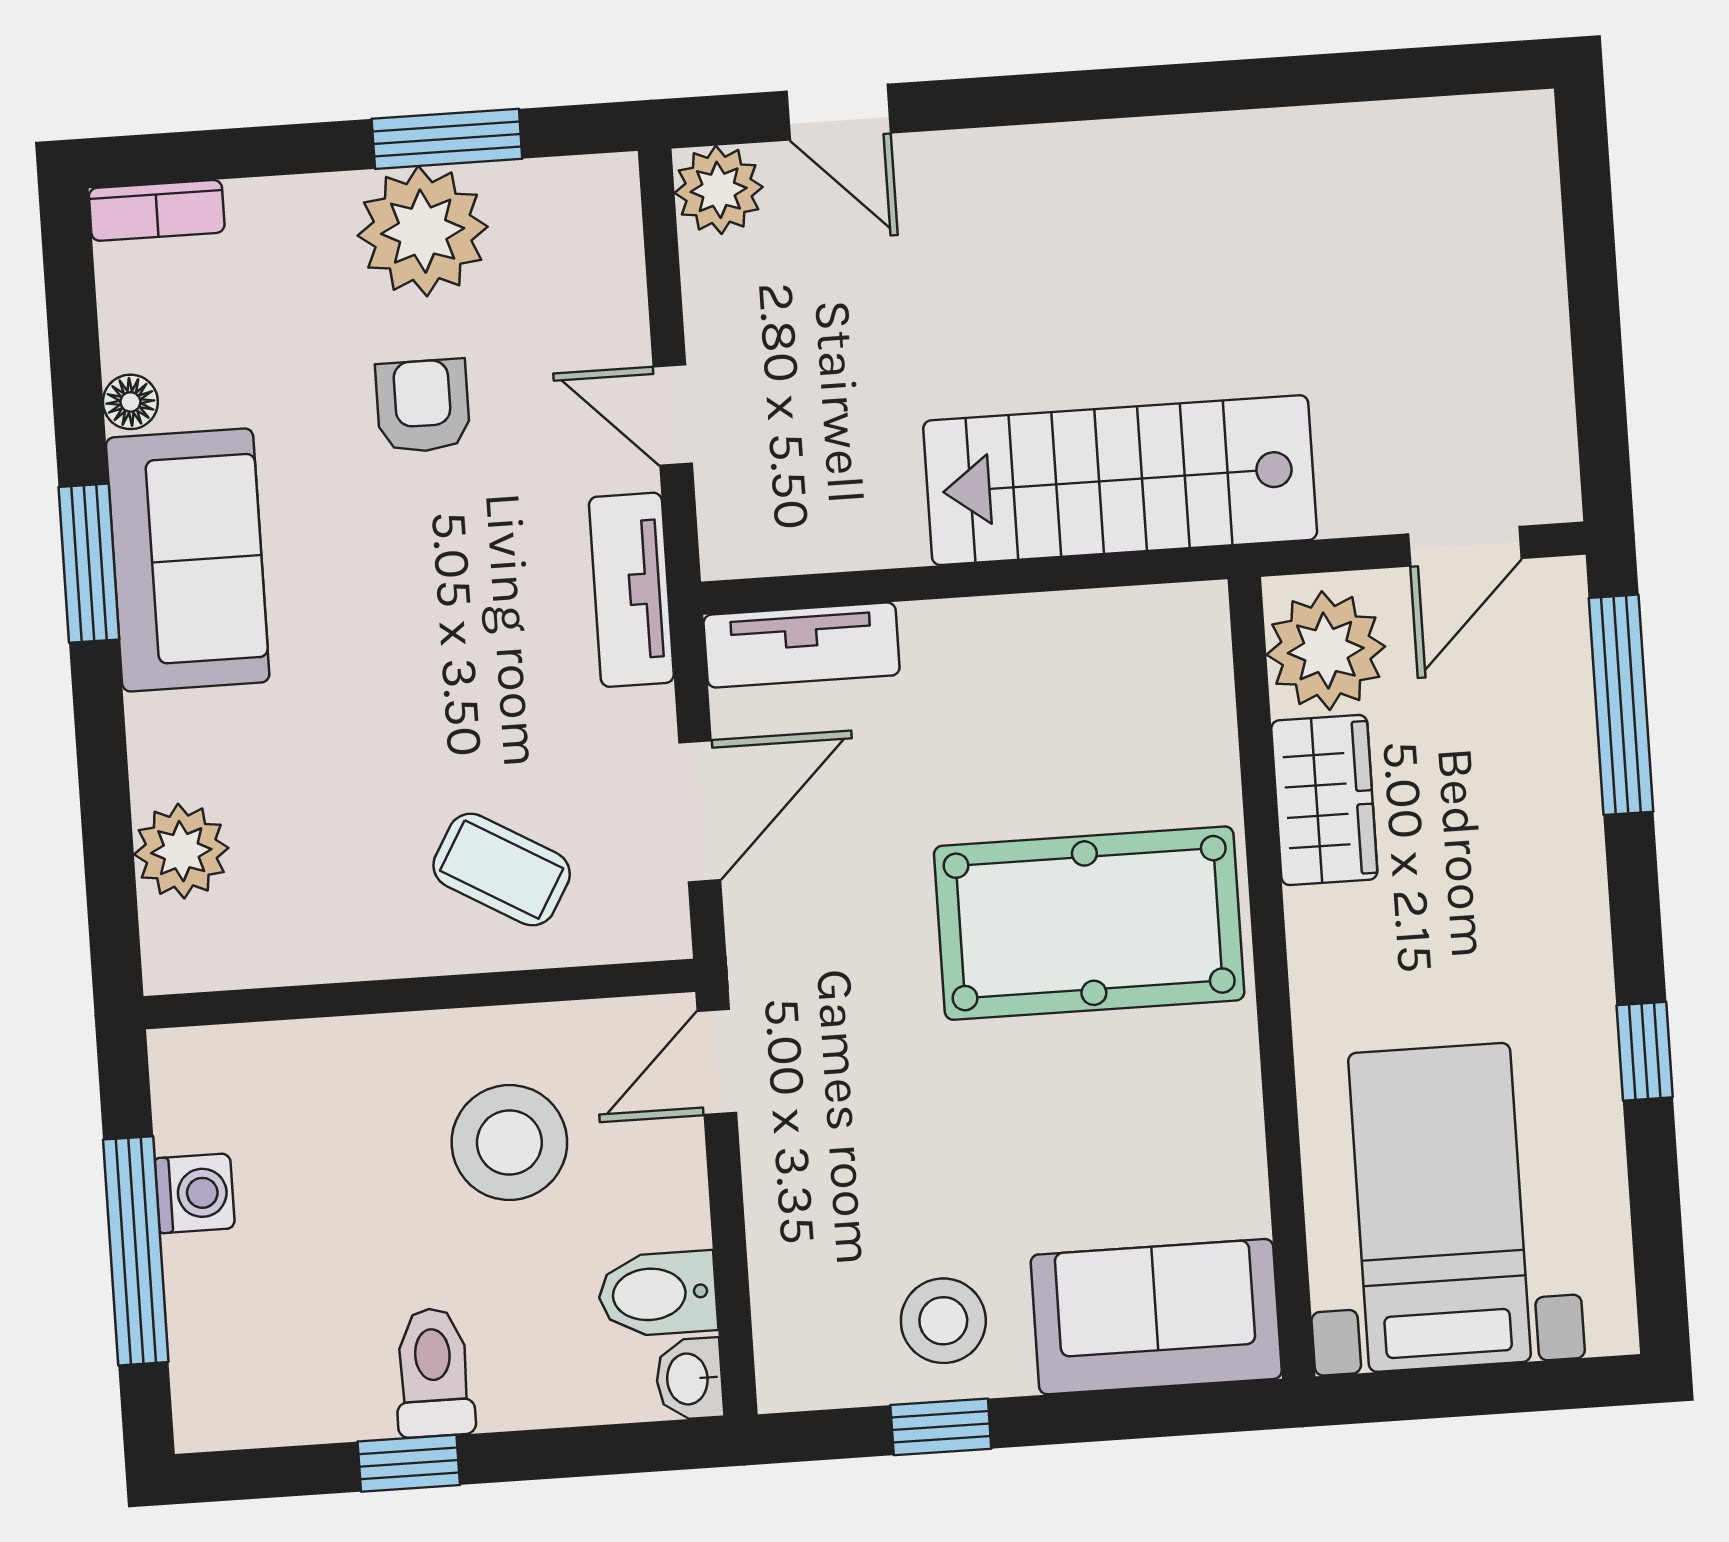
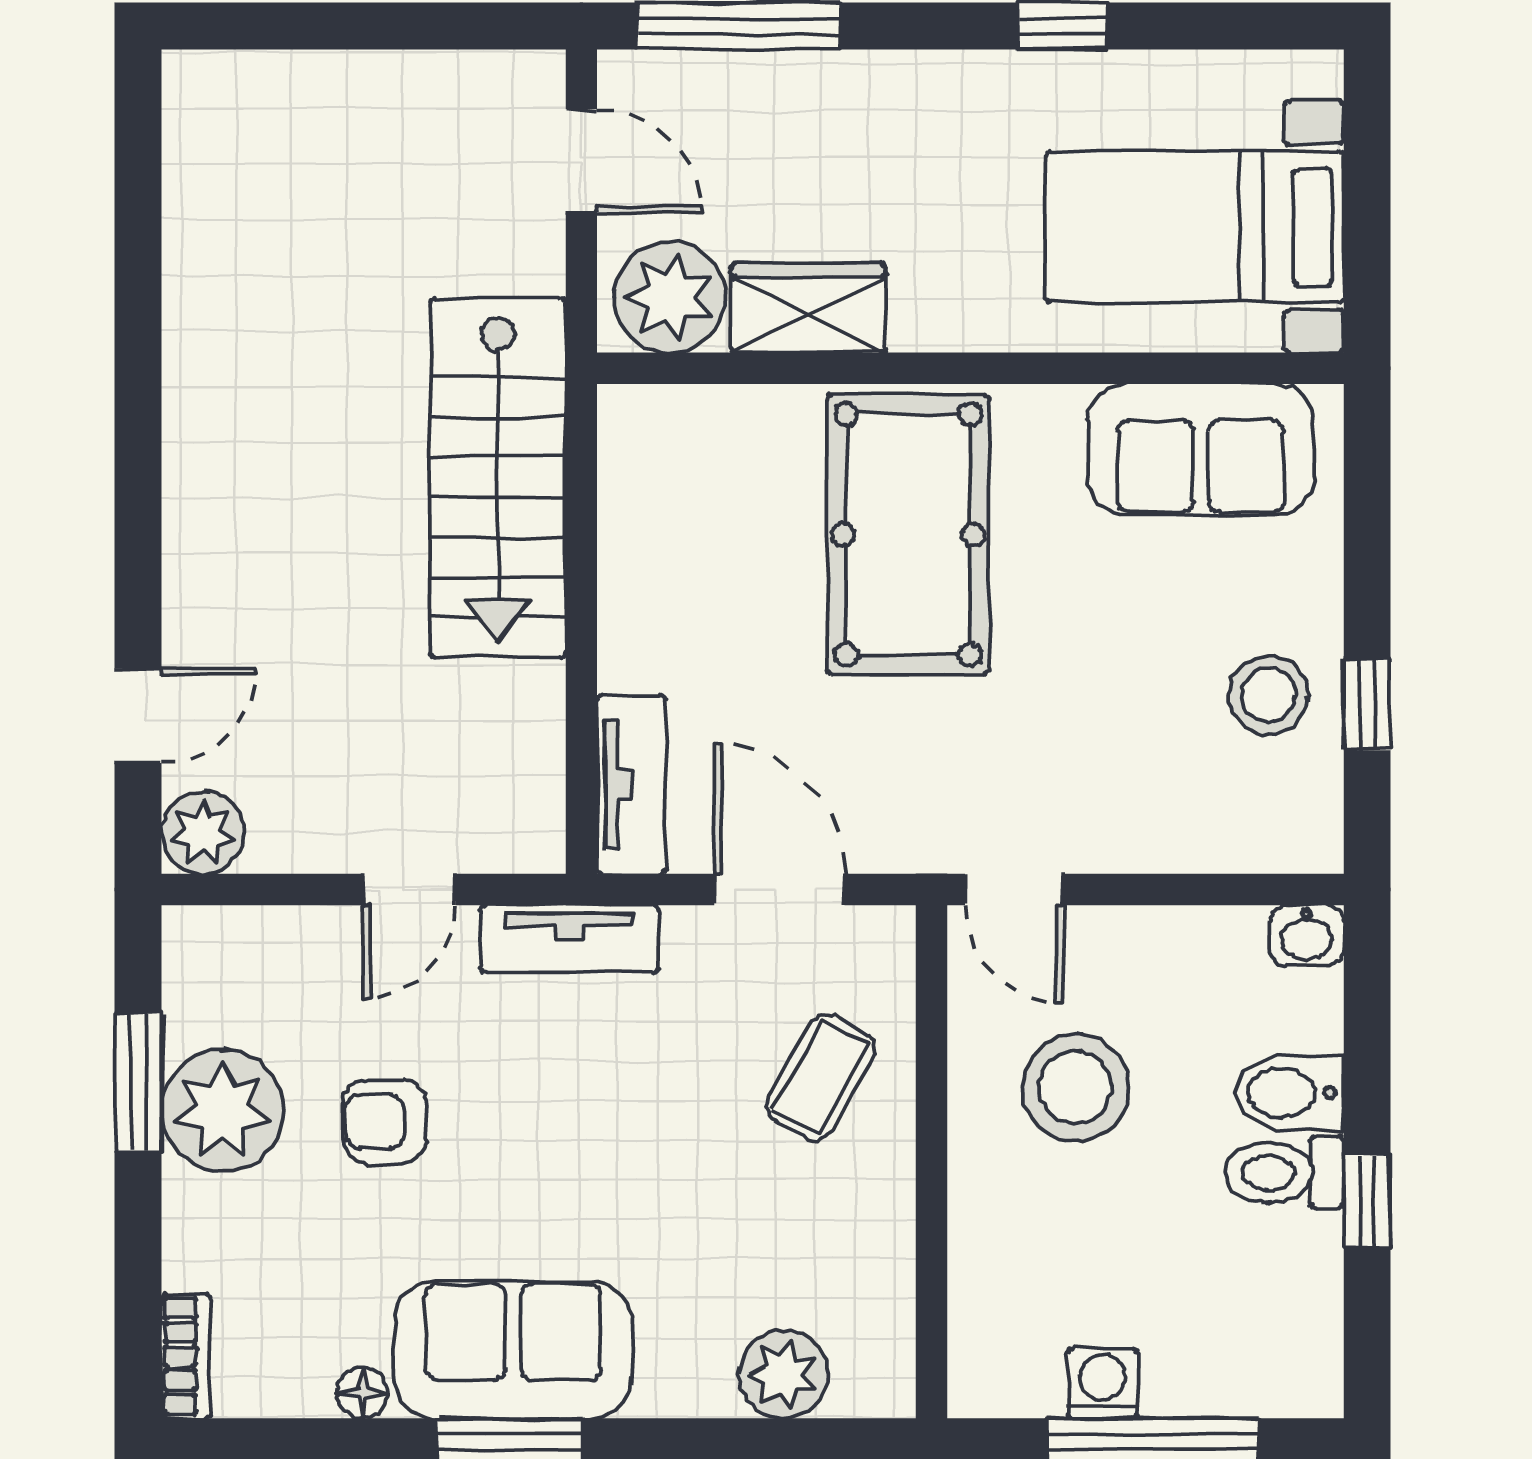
bidet: (657, 1294) -> (1289, 1093), moved, turned 90
sofa: (1156, 1317) -> (1201, 449), moved, turned -90

